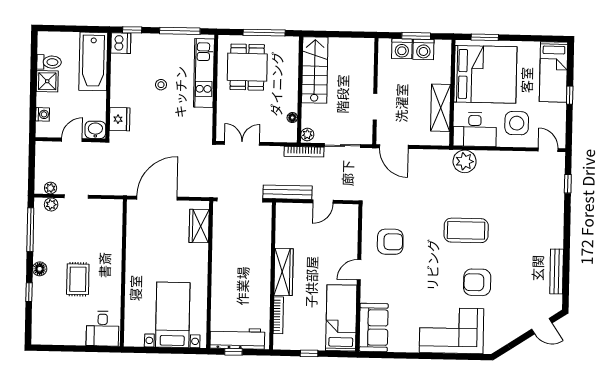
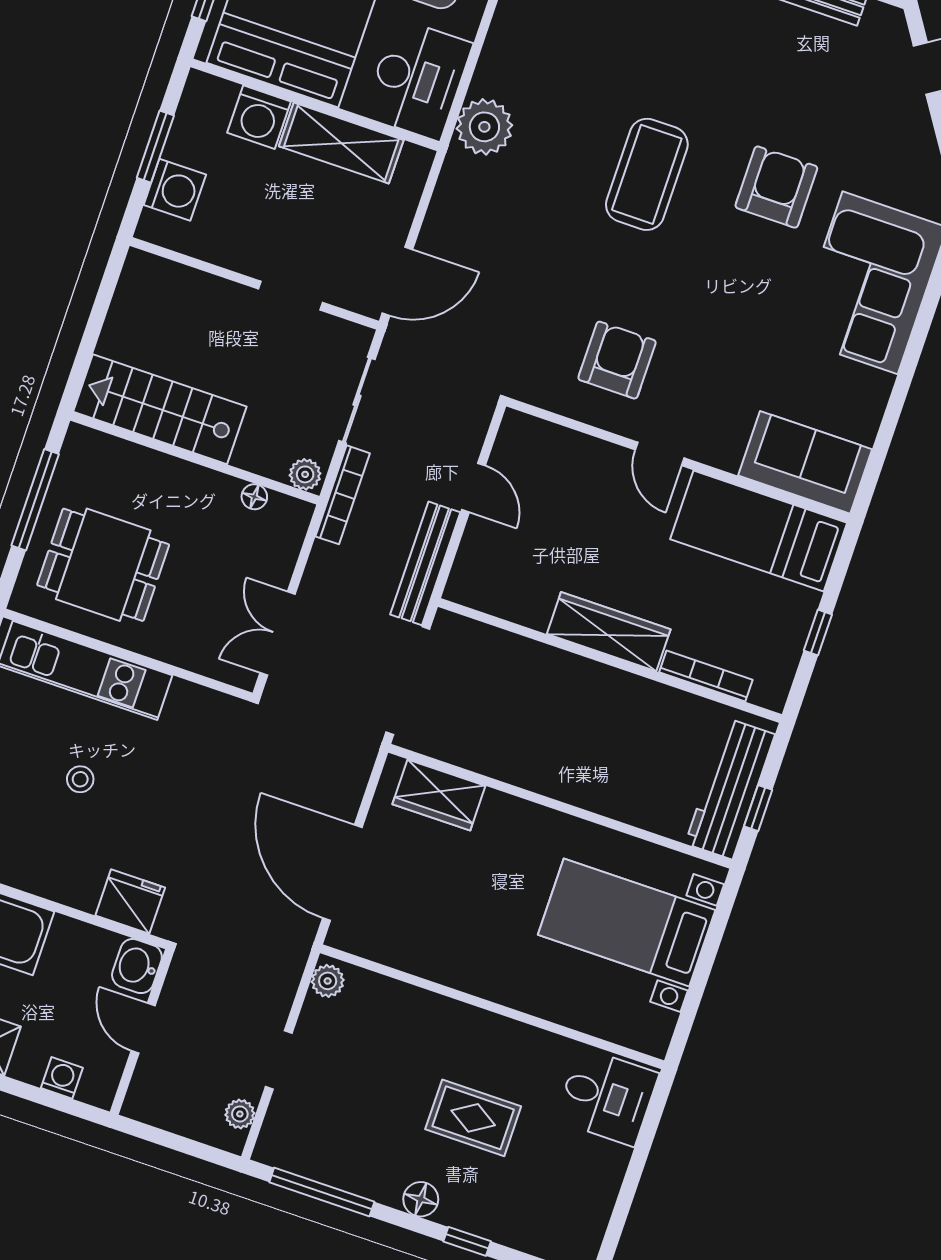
washing machine: (423, 49) -> (259, 117), moved, turned 90
plant: (51, 204) -> (328, 981), moved
armchair: (477, 282) -> (776, 187), turned 180

